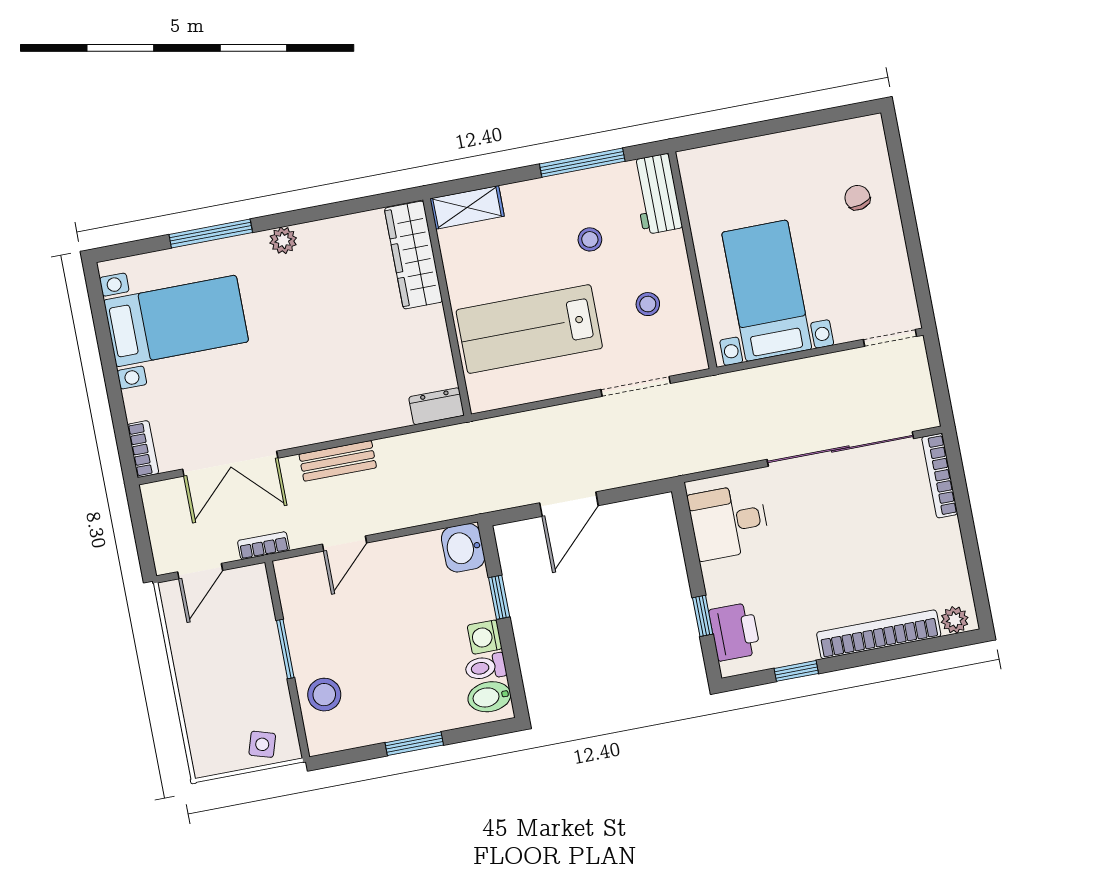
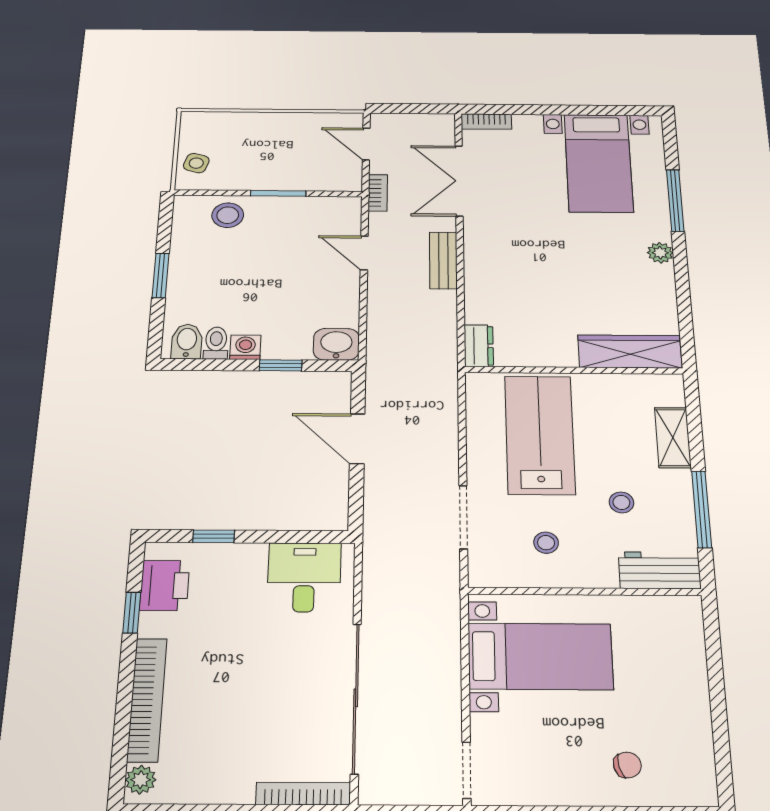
shelving: (467, 207) -> (673, 438), moved
printer: (735, 632) -> (165, 585), moved, turned -90

